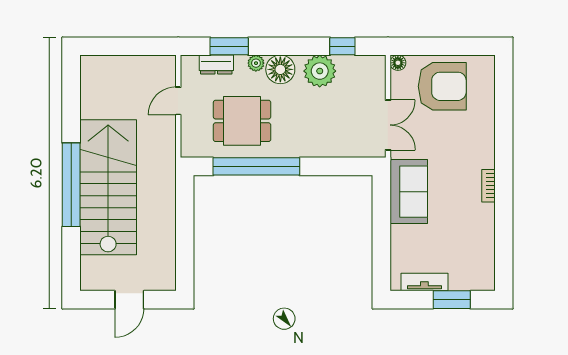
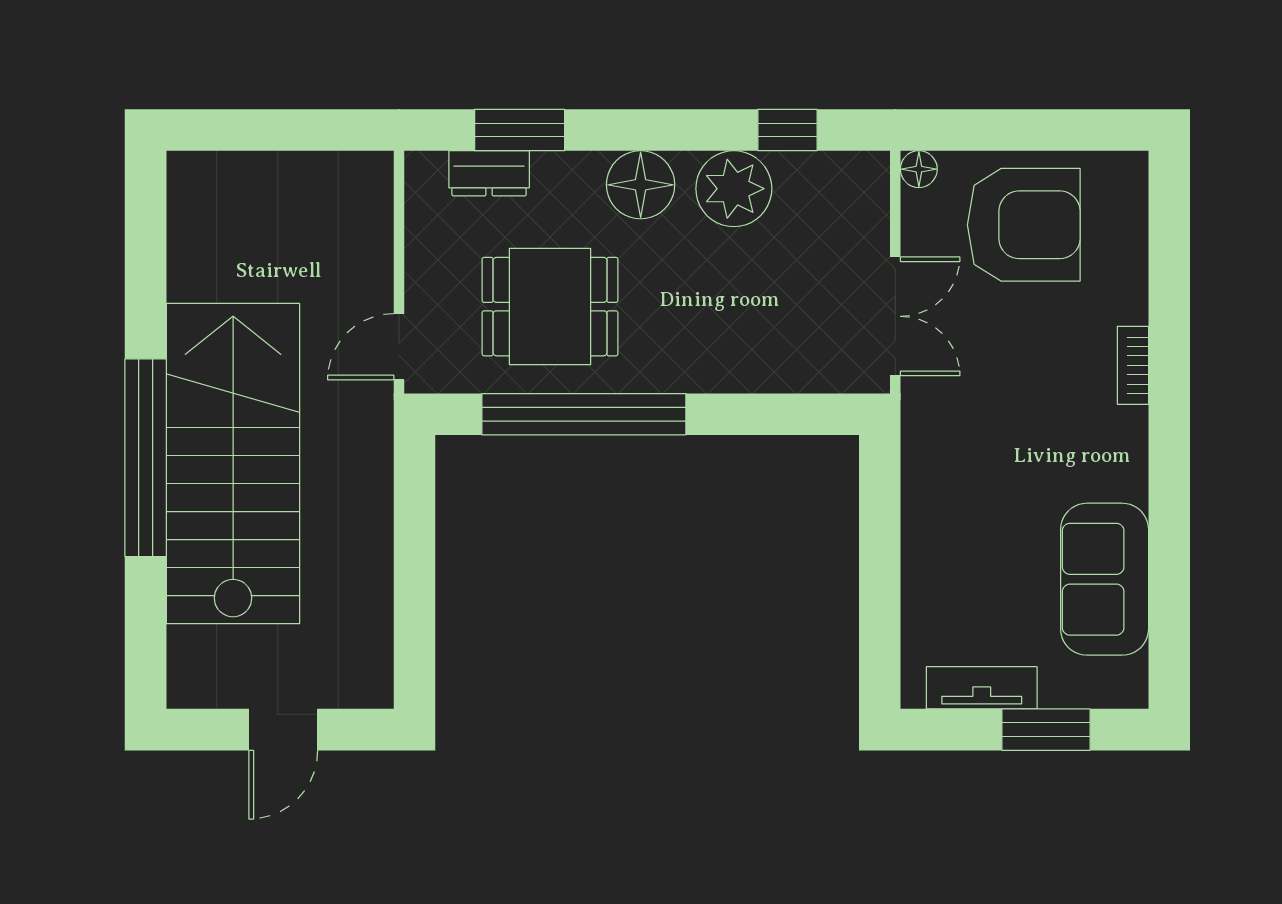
plant: (256, 63) -> (583, 170), removed
door: (178, 101) -> (399, 347), moved
bookcase: (488, 186) -> (1133, 365), moved
sofa: (409, 192) -> (1105, 579), moved, turned 180

